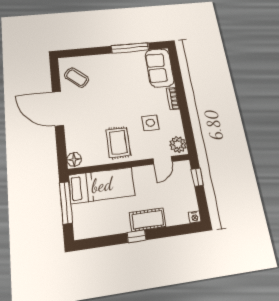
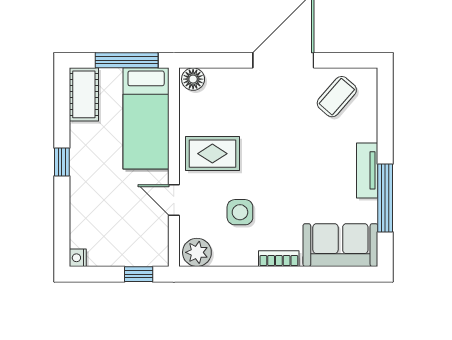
tv unit: (116, 58) -> (367, 170), added
door: (163, 160) -> (174, 200), moved
cot: (147, 220) -> (84, 94), moved

